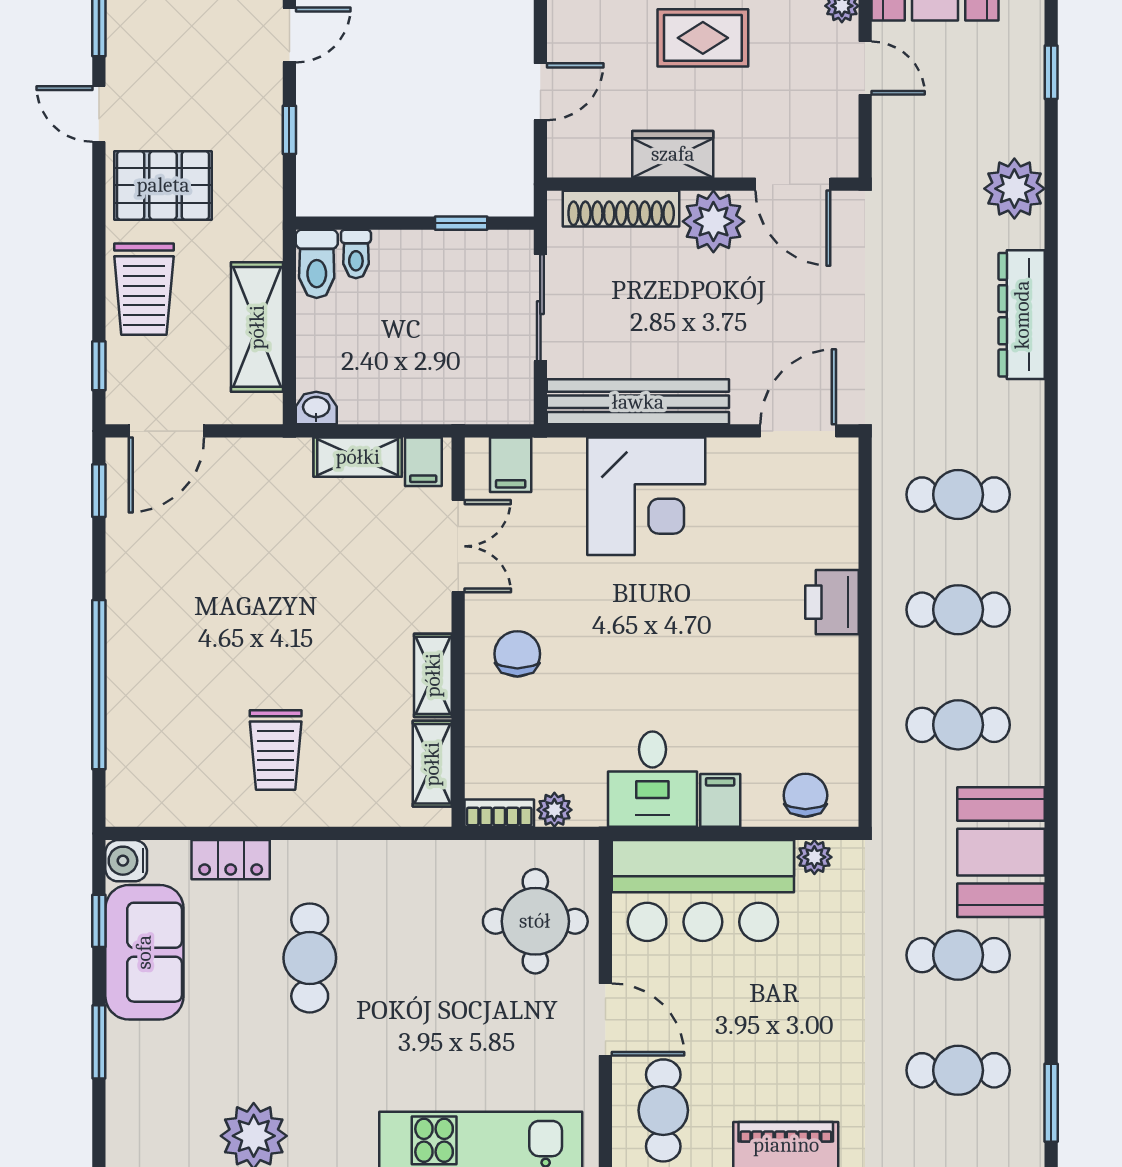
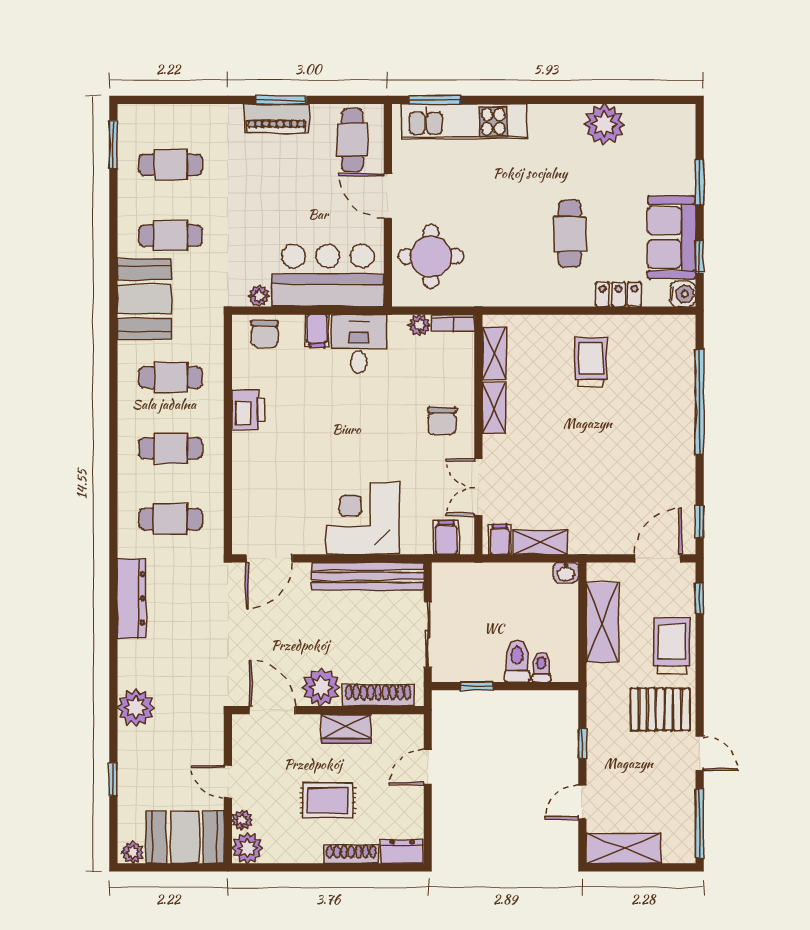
toilet: (317, 264) -> (517, 661), moved
dresser: (1022, 315) -> (131, 598), moved
printer: (832, 602) -> (248, 410), moved

